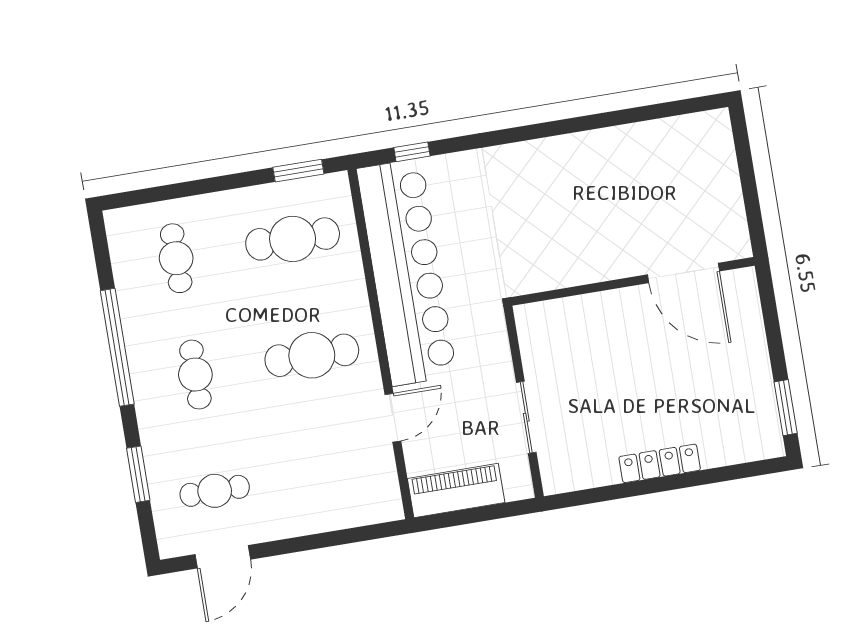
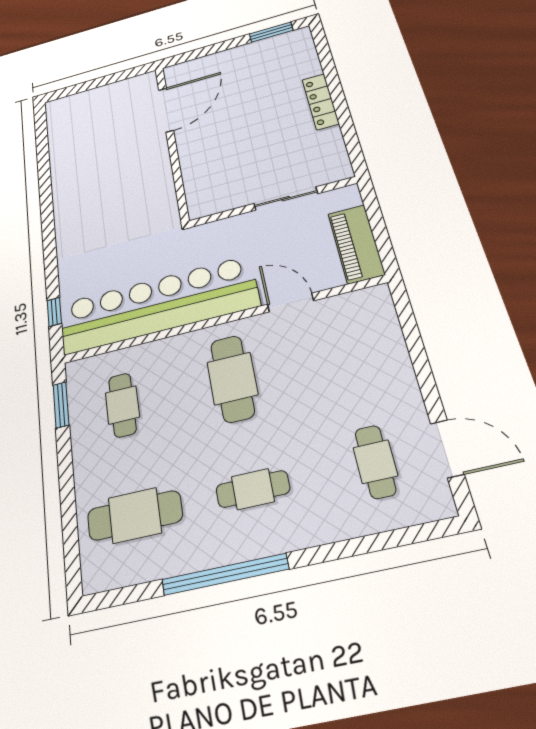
cafe table: (293, 239) -> (122, 405), width x0.73, depth x0.74
cafe table: (176, 258) -> (135, 515), width x1.37, depth x1.35
window: (138, 474) -> (364, 545), removed

